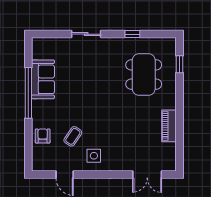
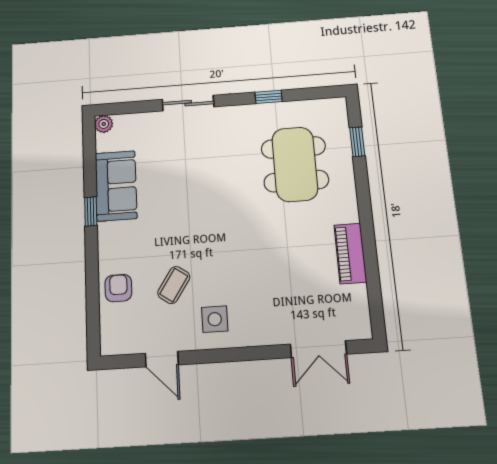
plant: (37, 43) -> (104, 124), added
window: (28, 93) -> (91, 211), width x0.32

